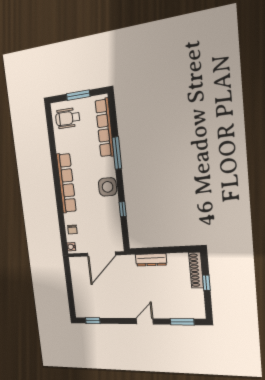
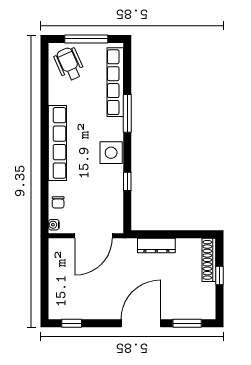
window: (78, 95) -> (86, 39), width x1.44
wheelchair: (68, 118) -> (69, 64), turned 66
door: (145, 321) -> (141, 323), width x1.87

